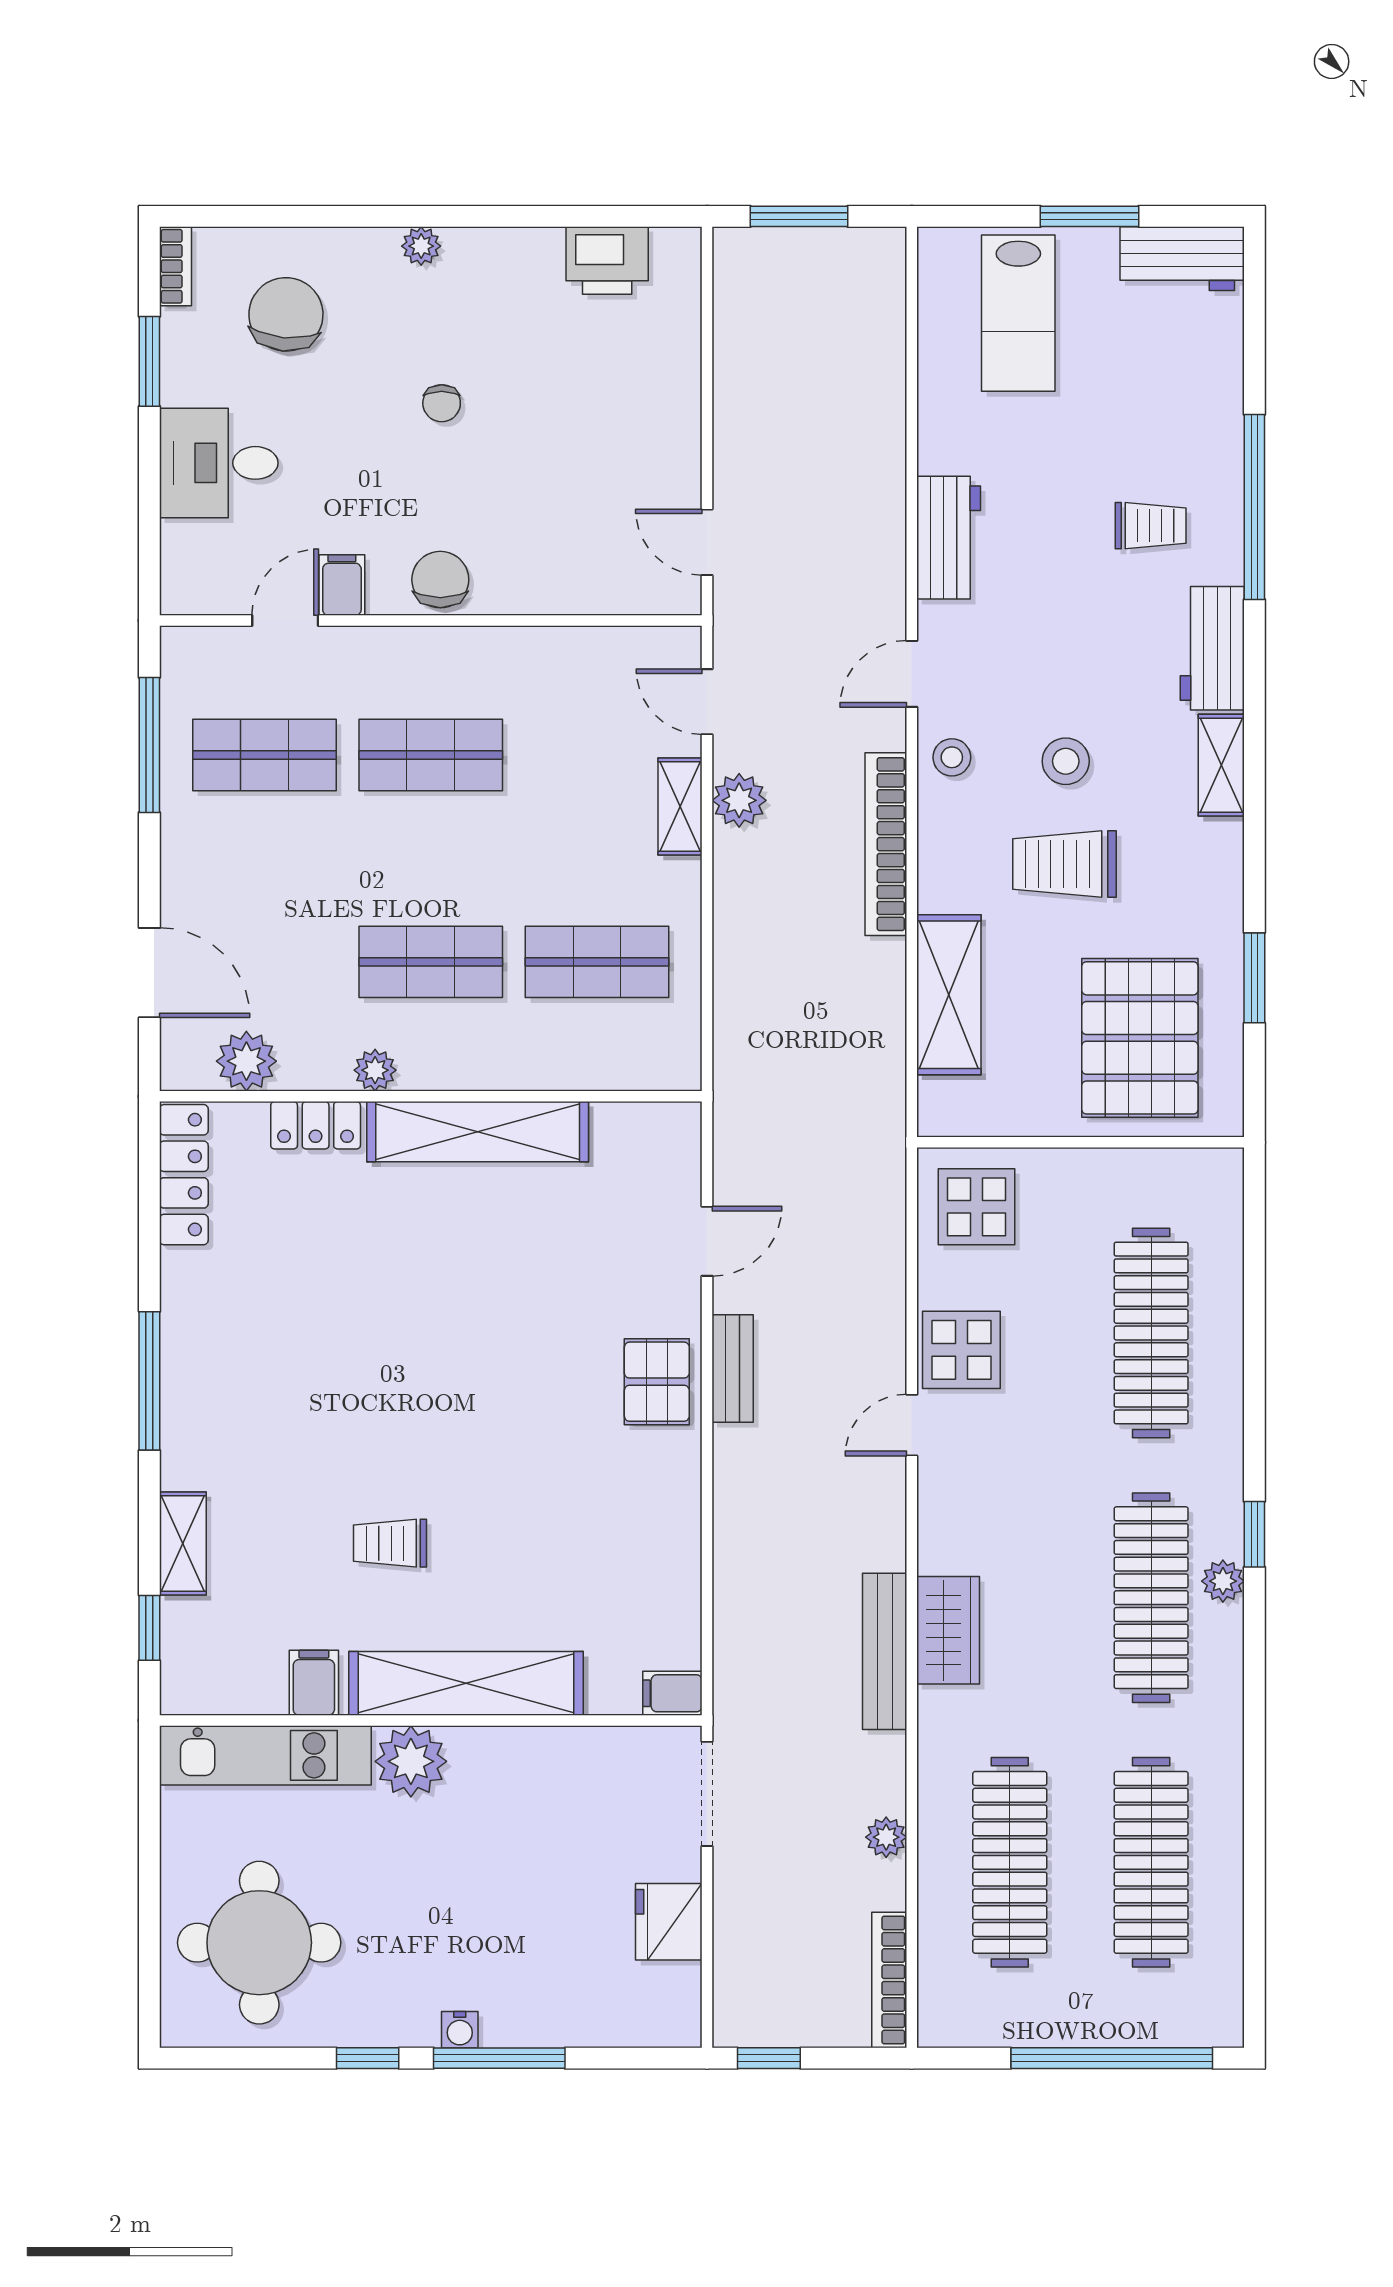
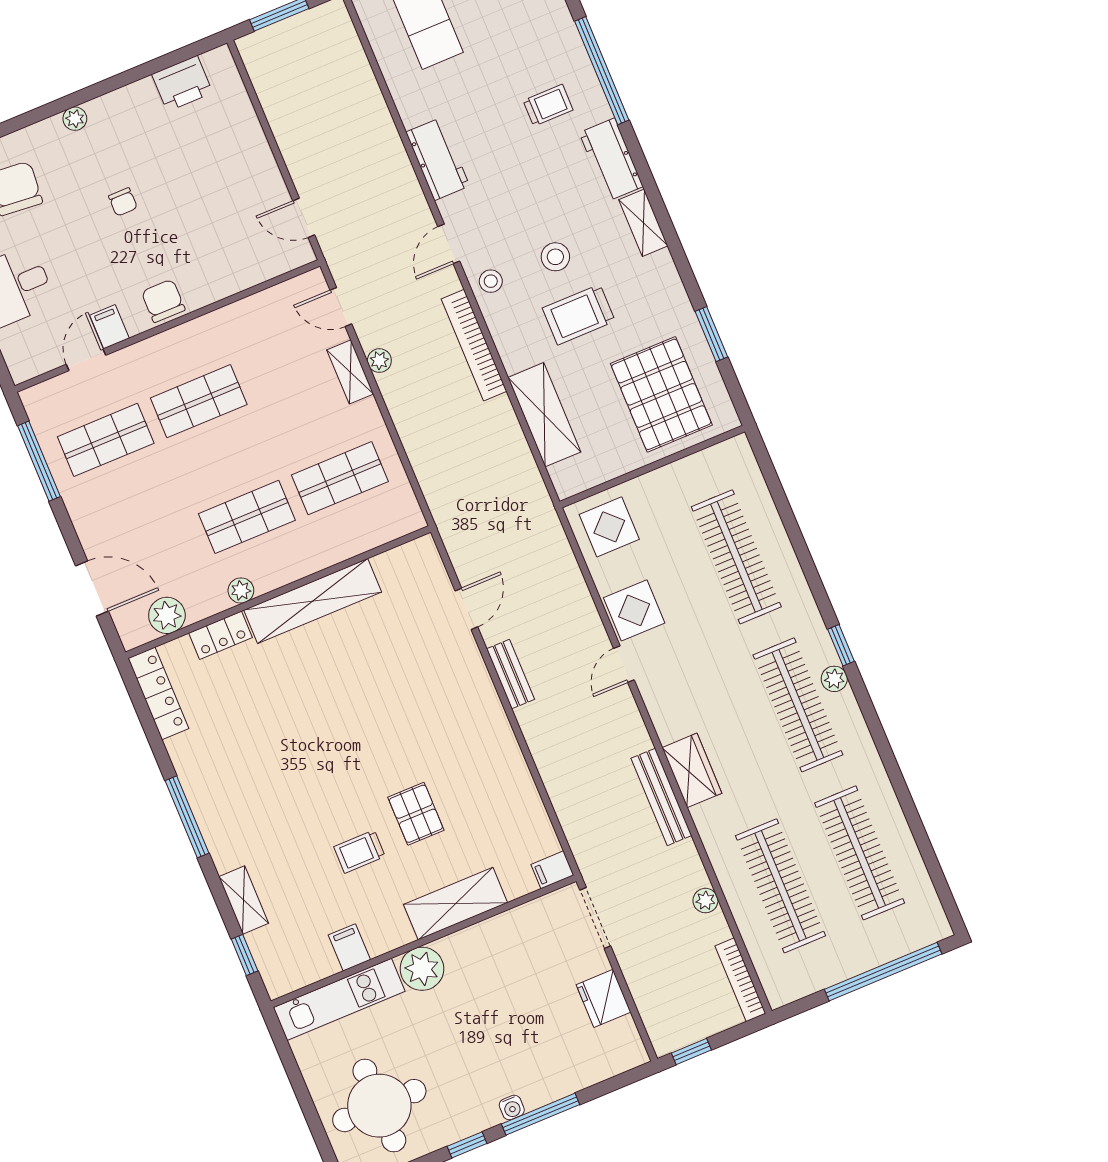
plant: (739, 800) -> (379, 361), width x0.73, depth x0.73
pallet: (657, 1382) -> (416, 814), moved
shelving: (466, 1683) -> (456, 904), width x0.68

